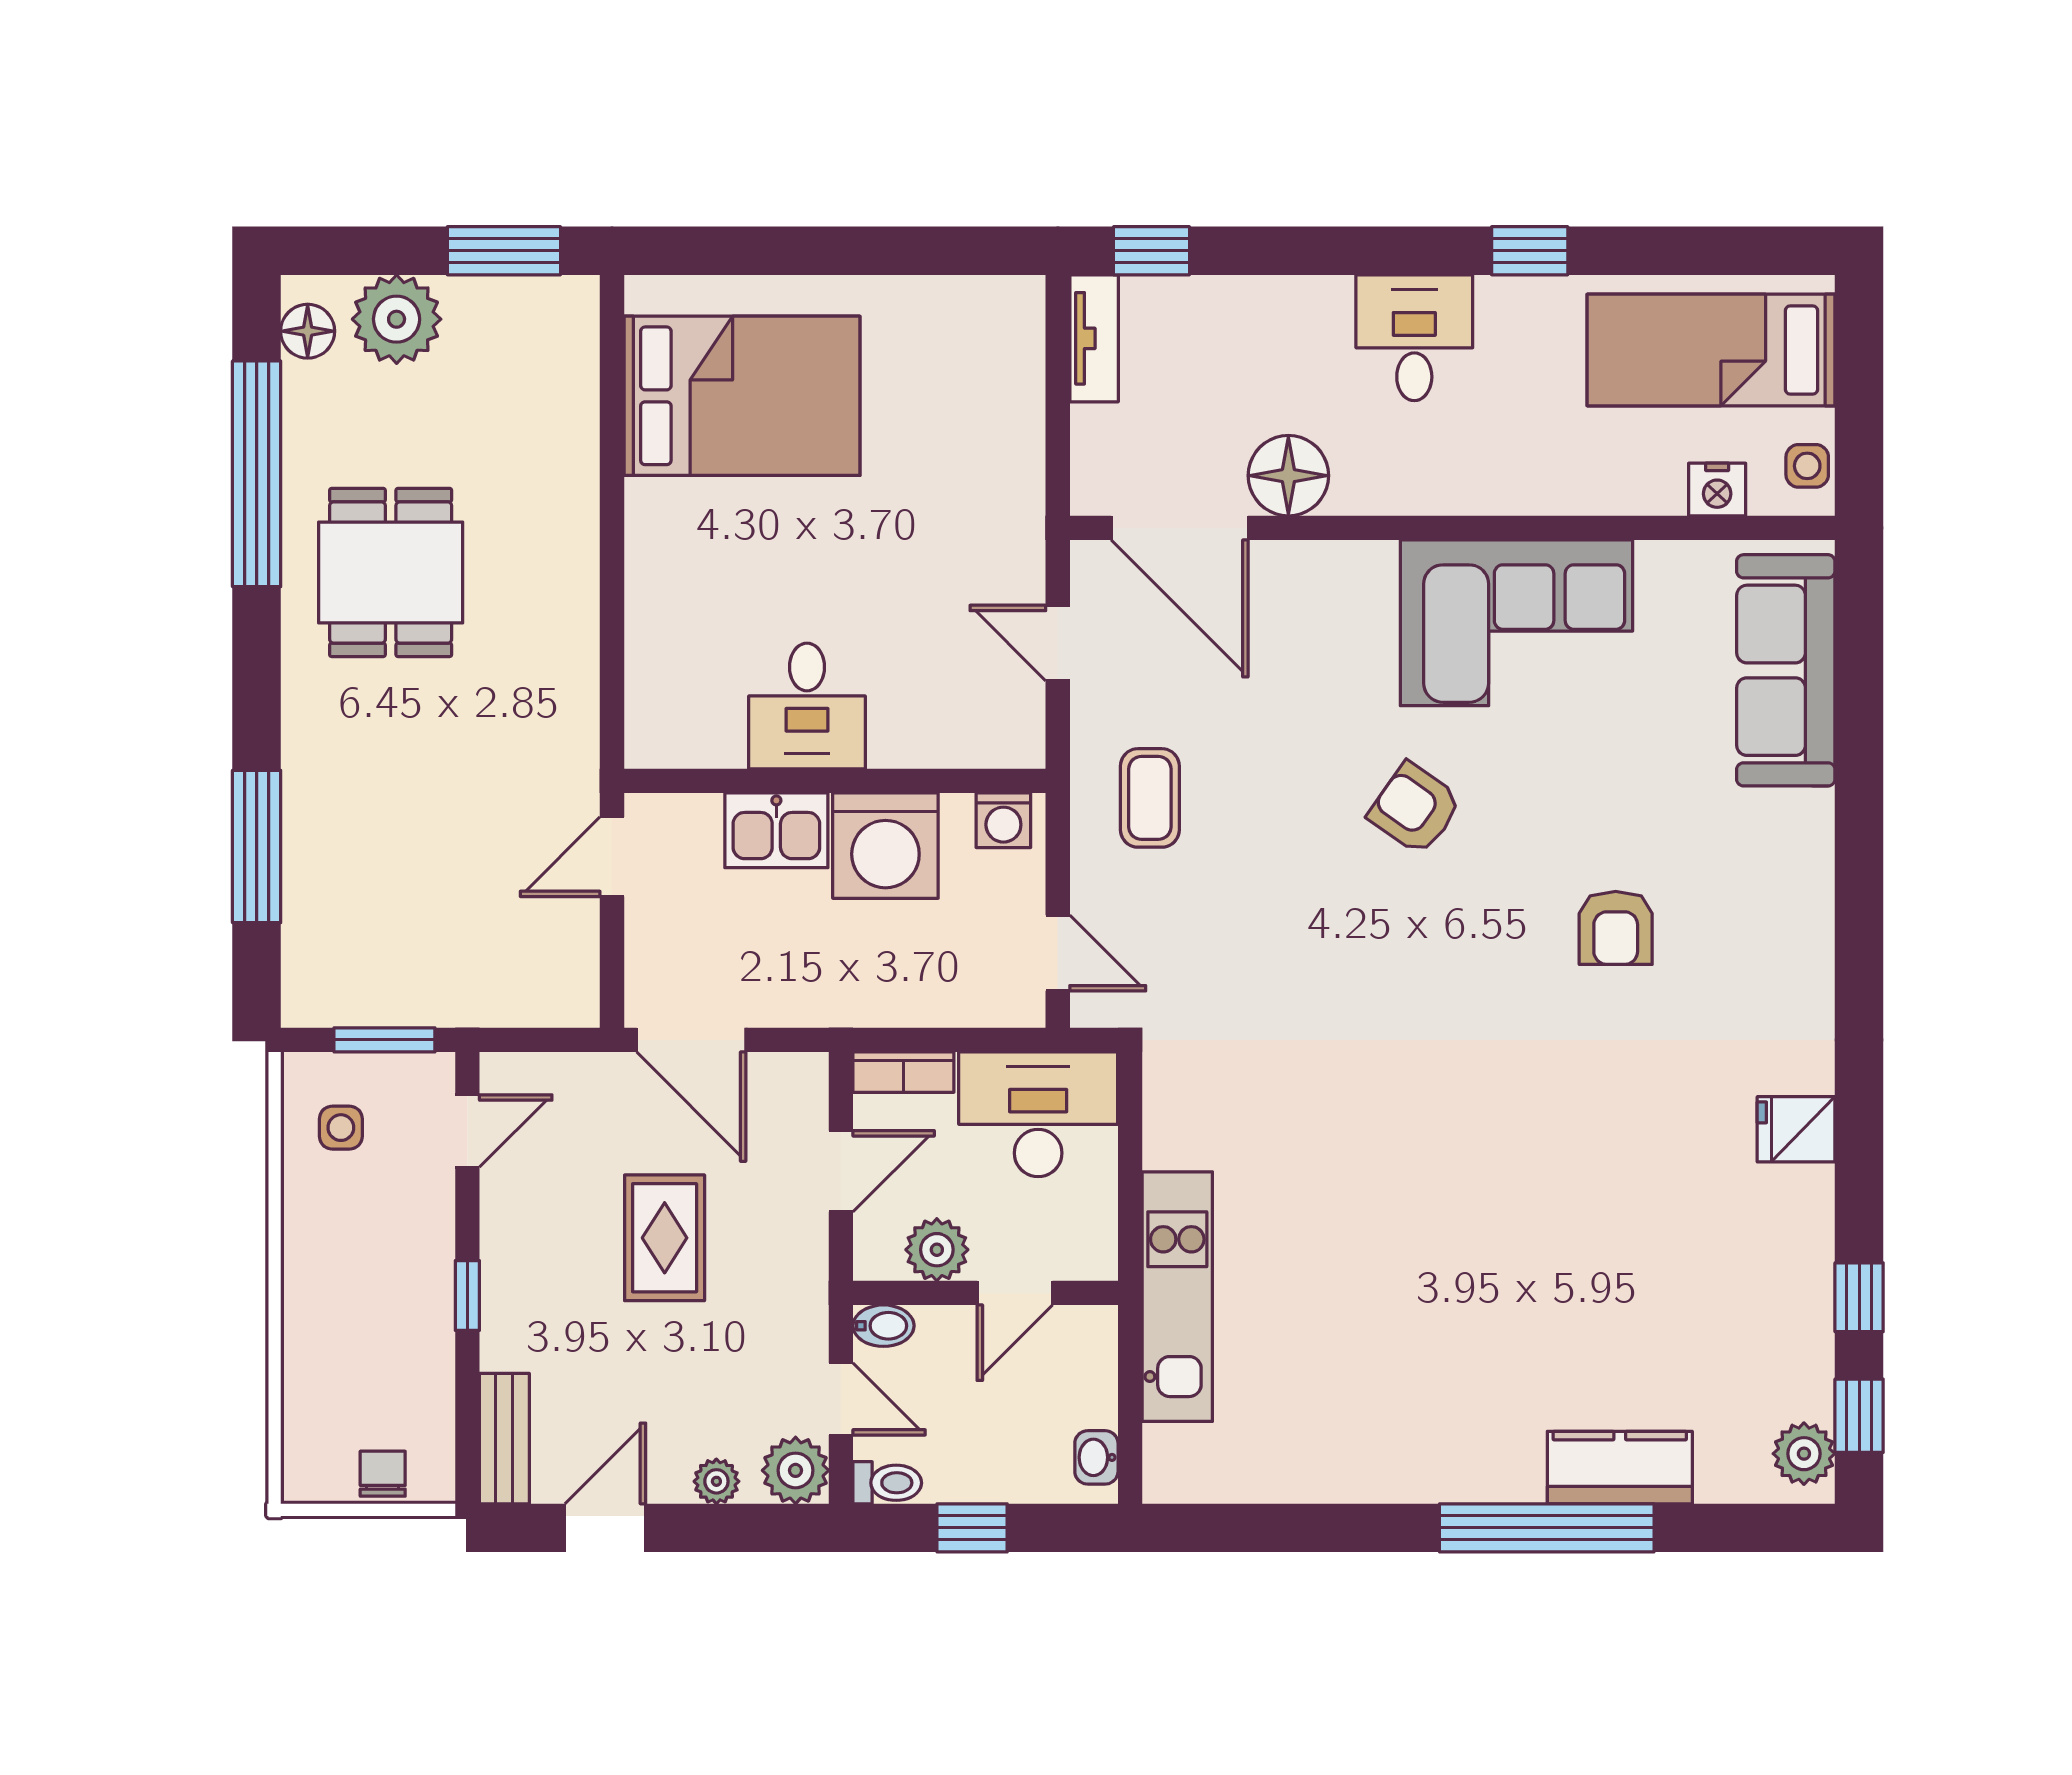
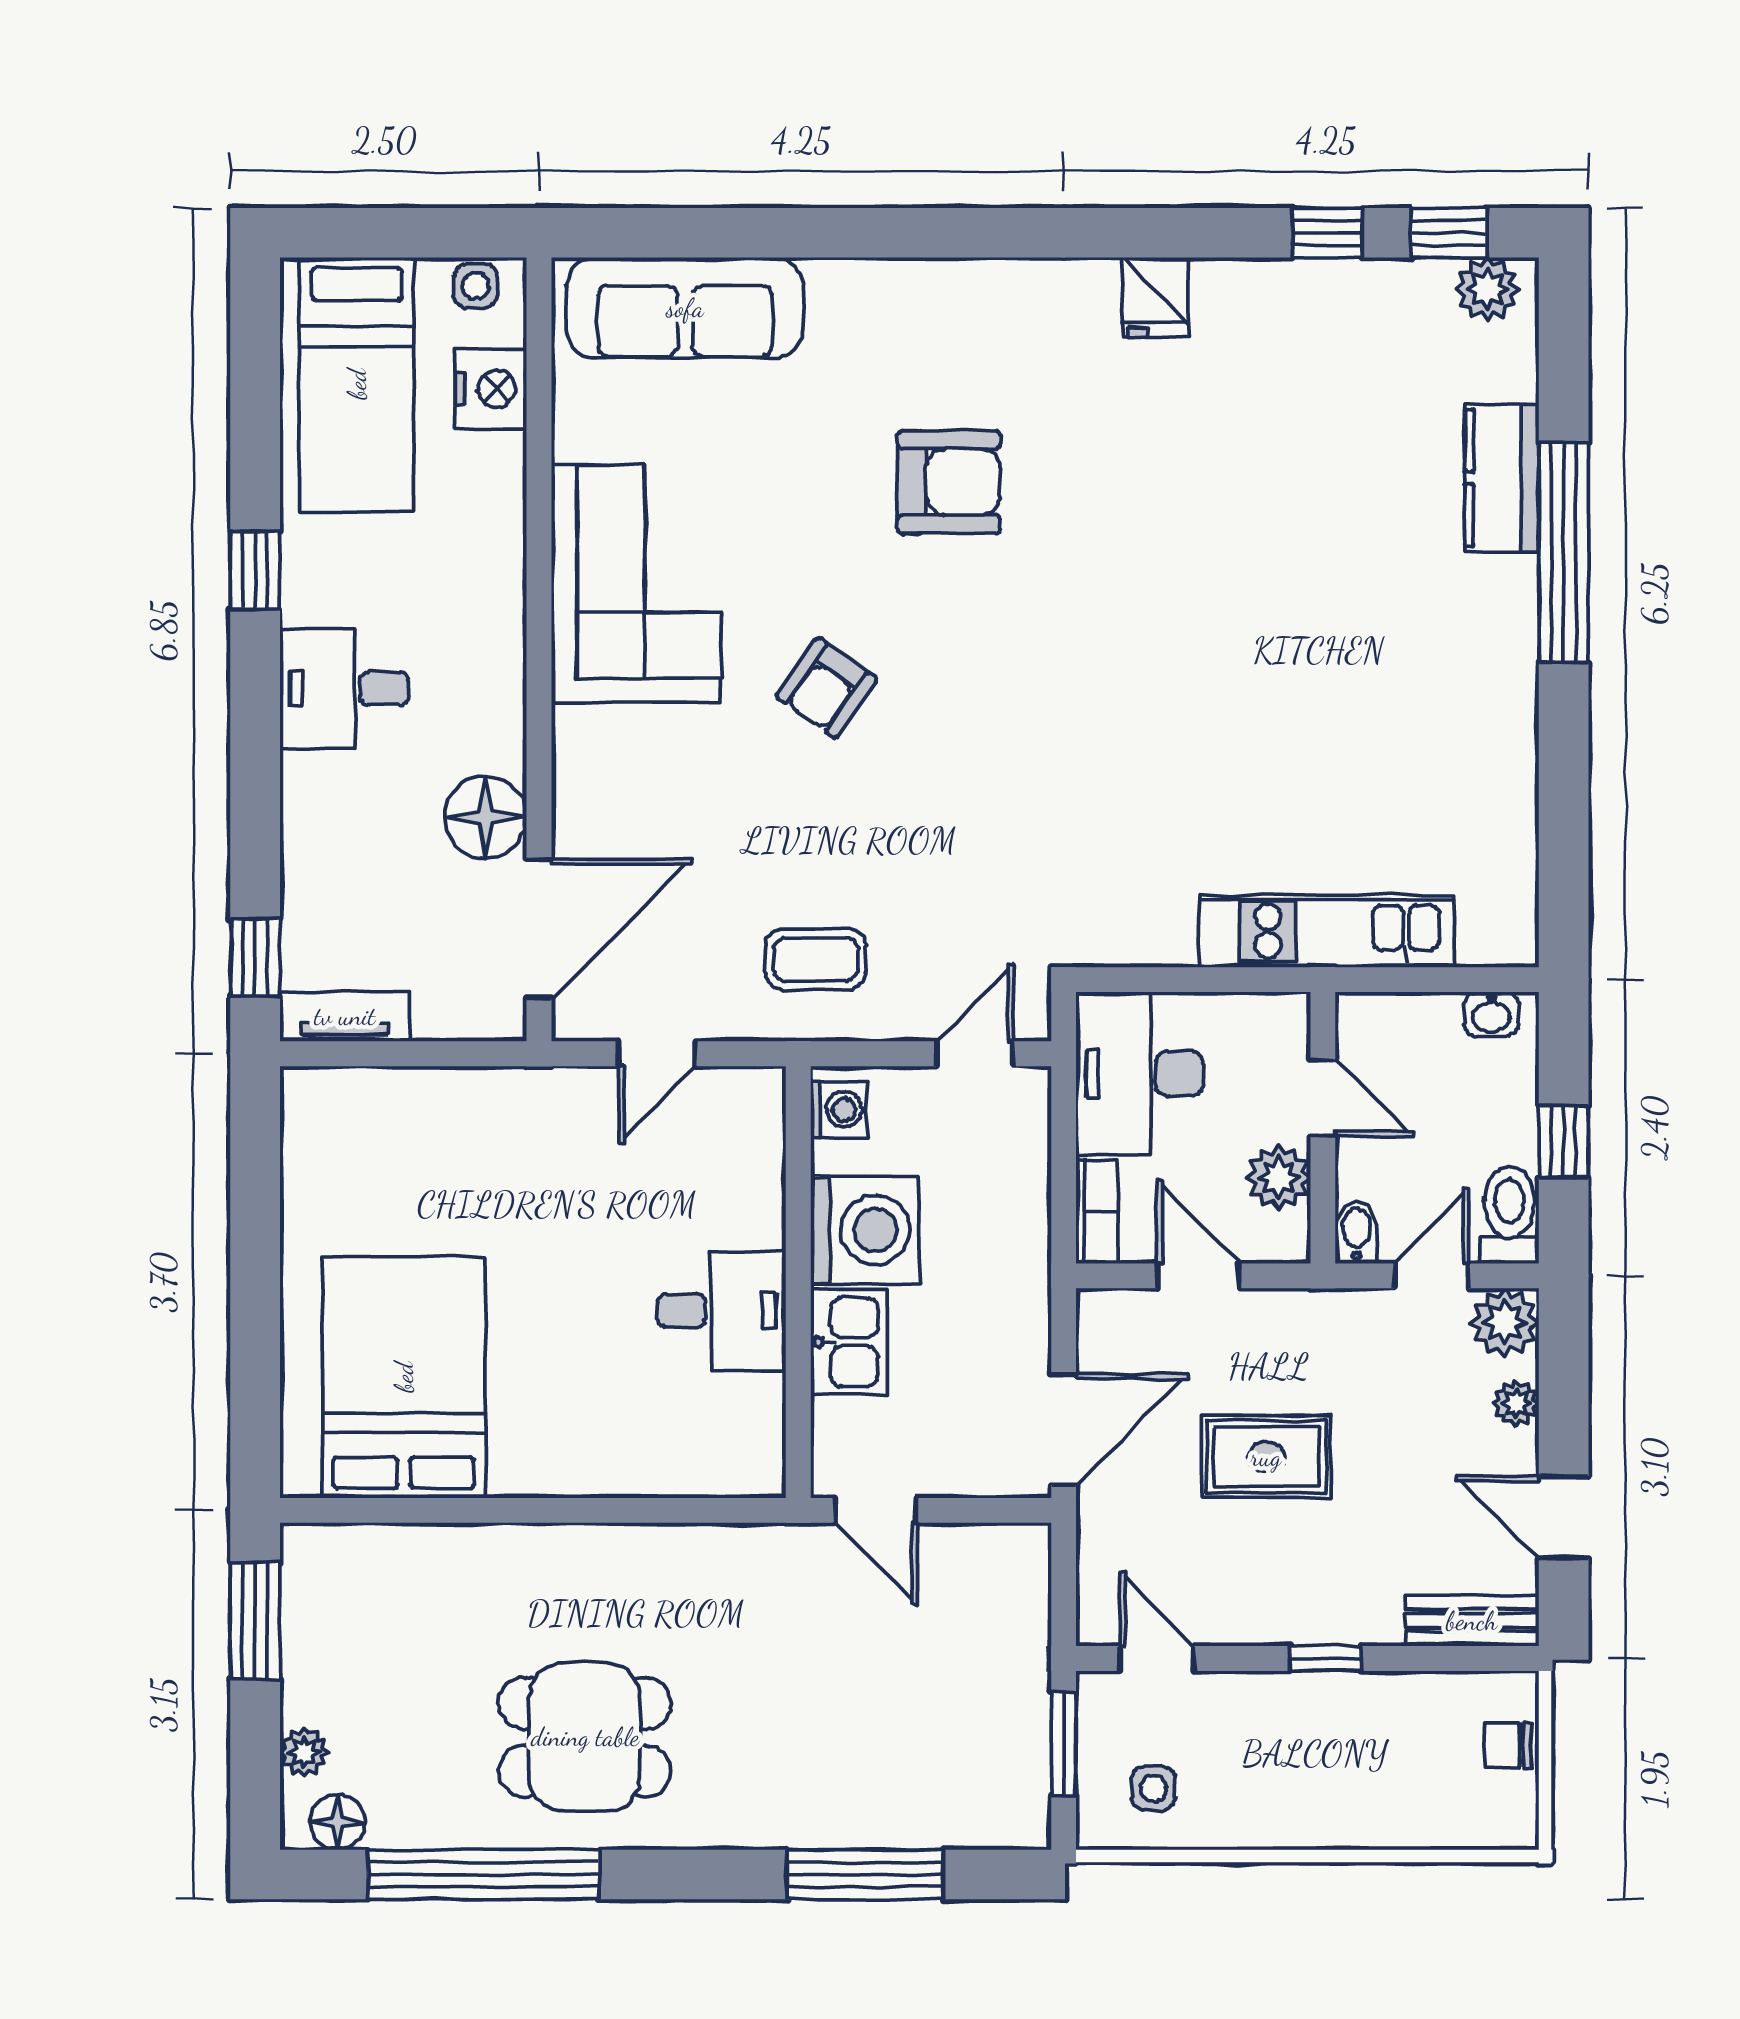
plant: (397, 319) -> (304, 1752), width x0.53, depth x0.53
nightstand: (1717, 489) -> (491, 389), width x1.36, depth x1.33
armchair: (1616, 928) -> (949, 482), width x1.38, depth x1.38
toilet: (887, 1483) -> (1509, 1215), width x1.37, depth x1.39

